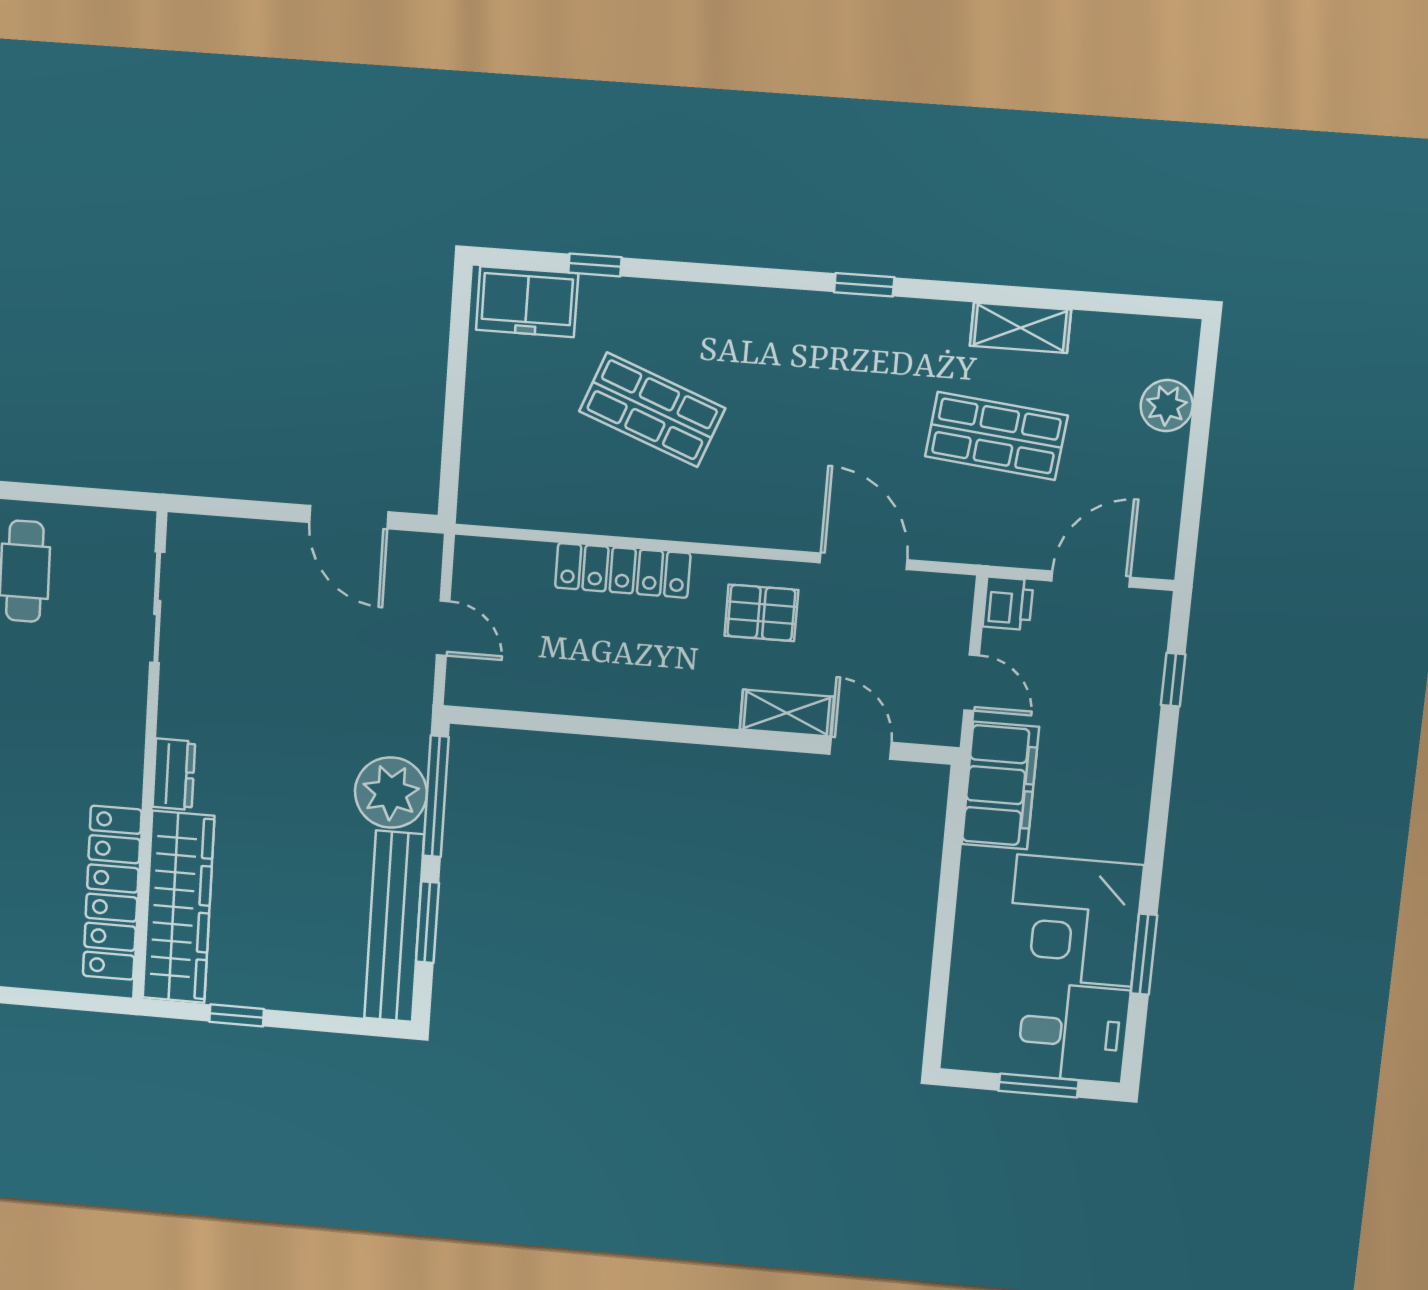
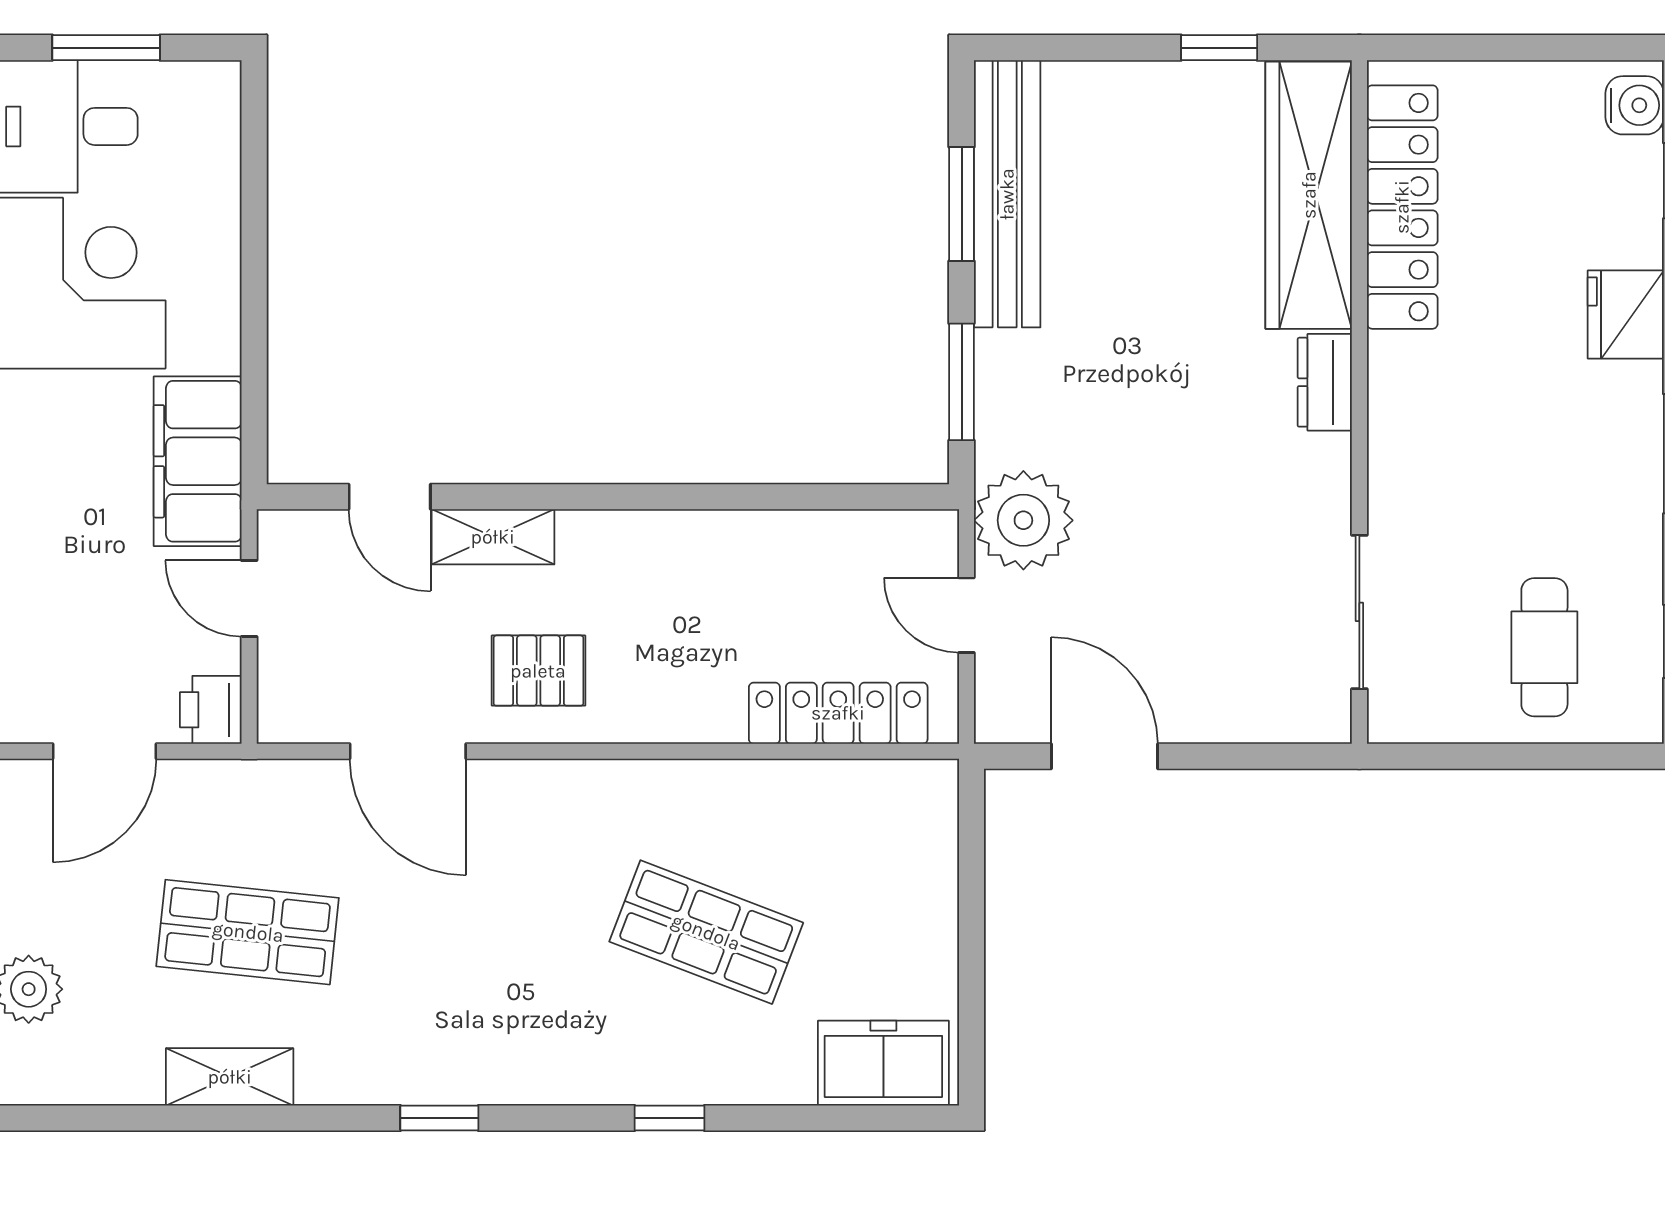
window: (595, 265) -> (669, 1118), moved
locker: (623, 570) -> (838, 713), moved
plant: (391, 793) -> (1023, 520), moved
window: (436, 796) -> (962, 382), width x0.69

